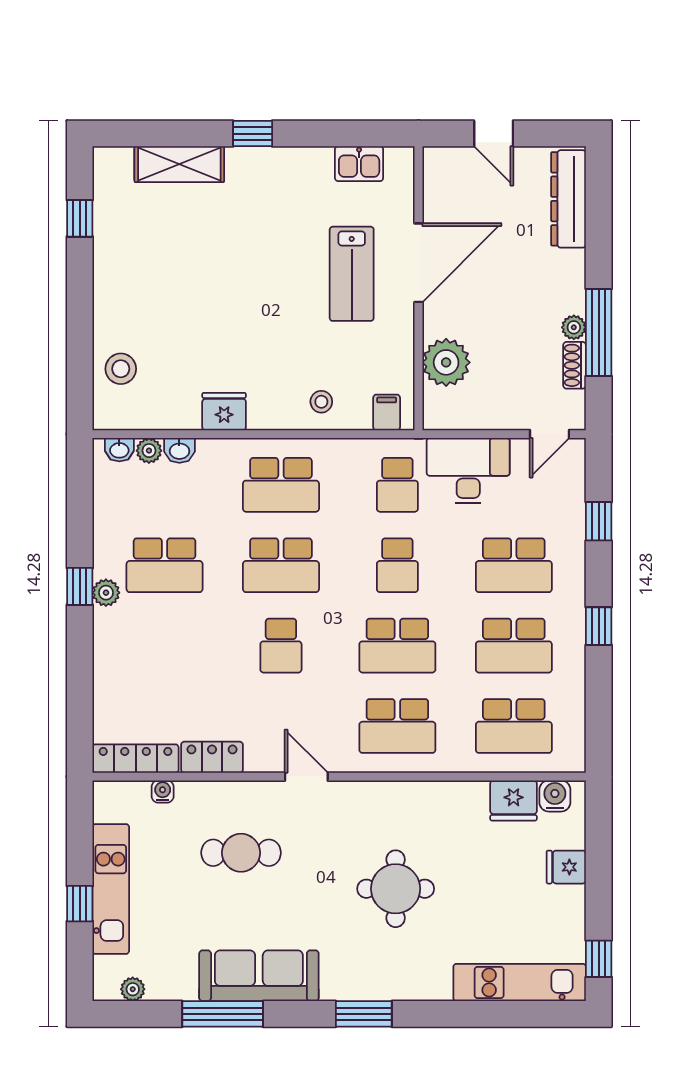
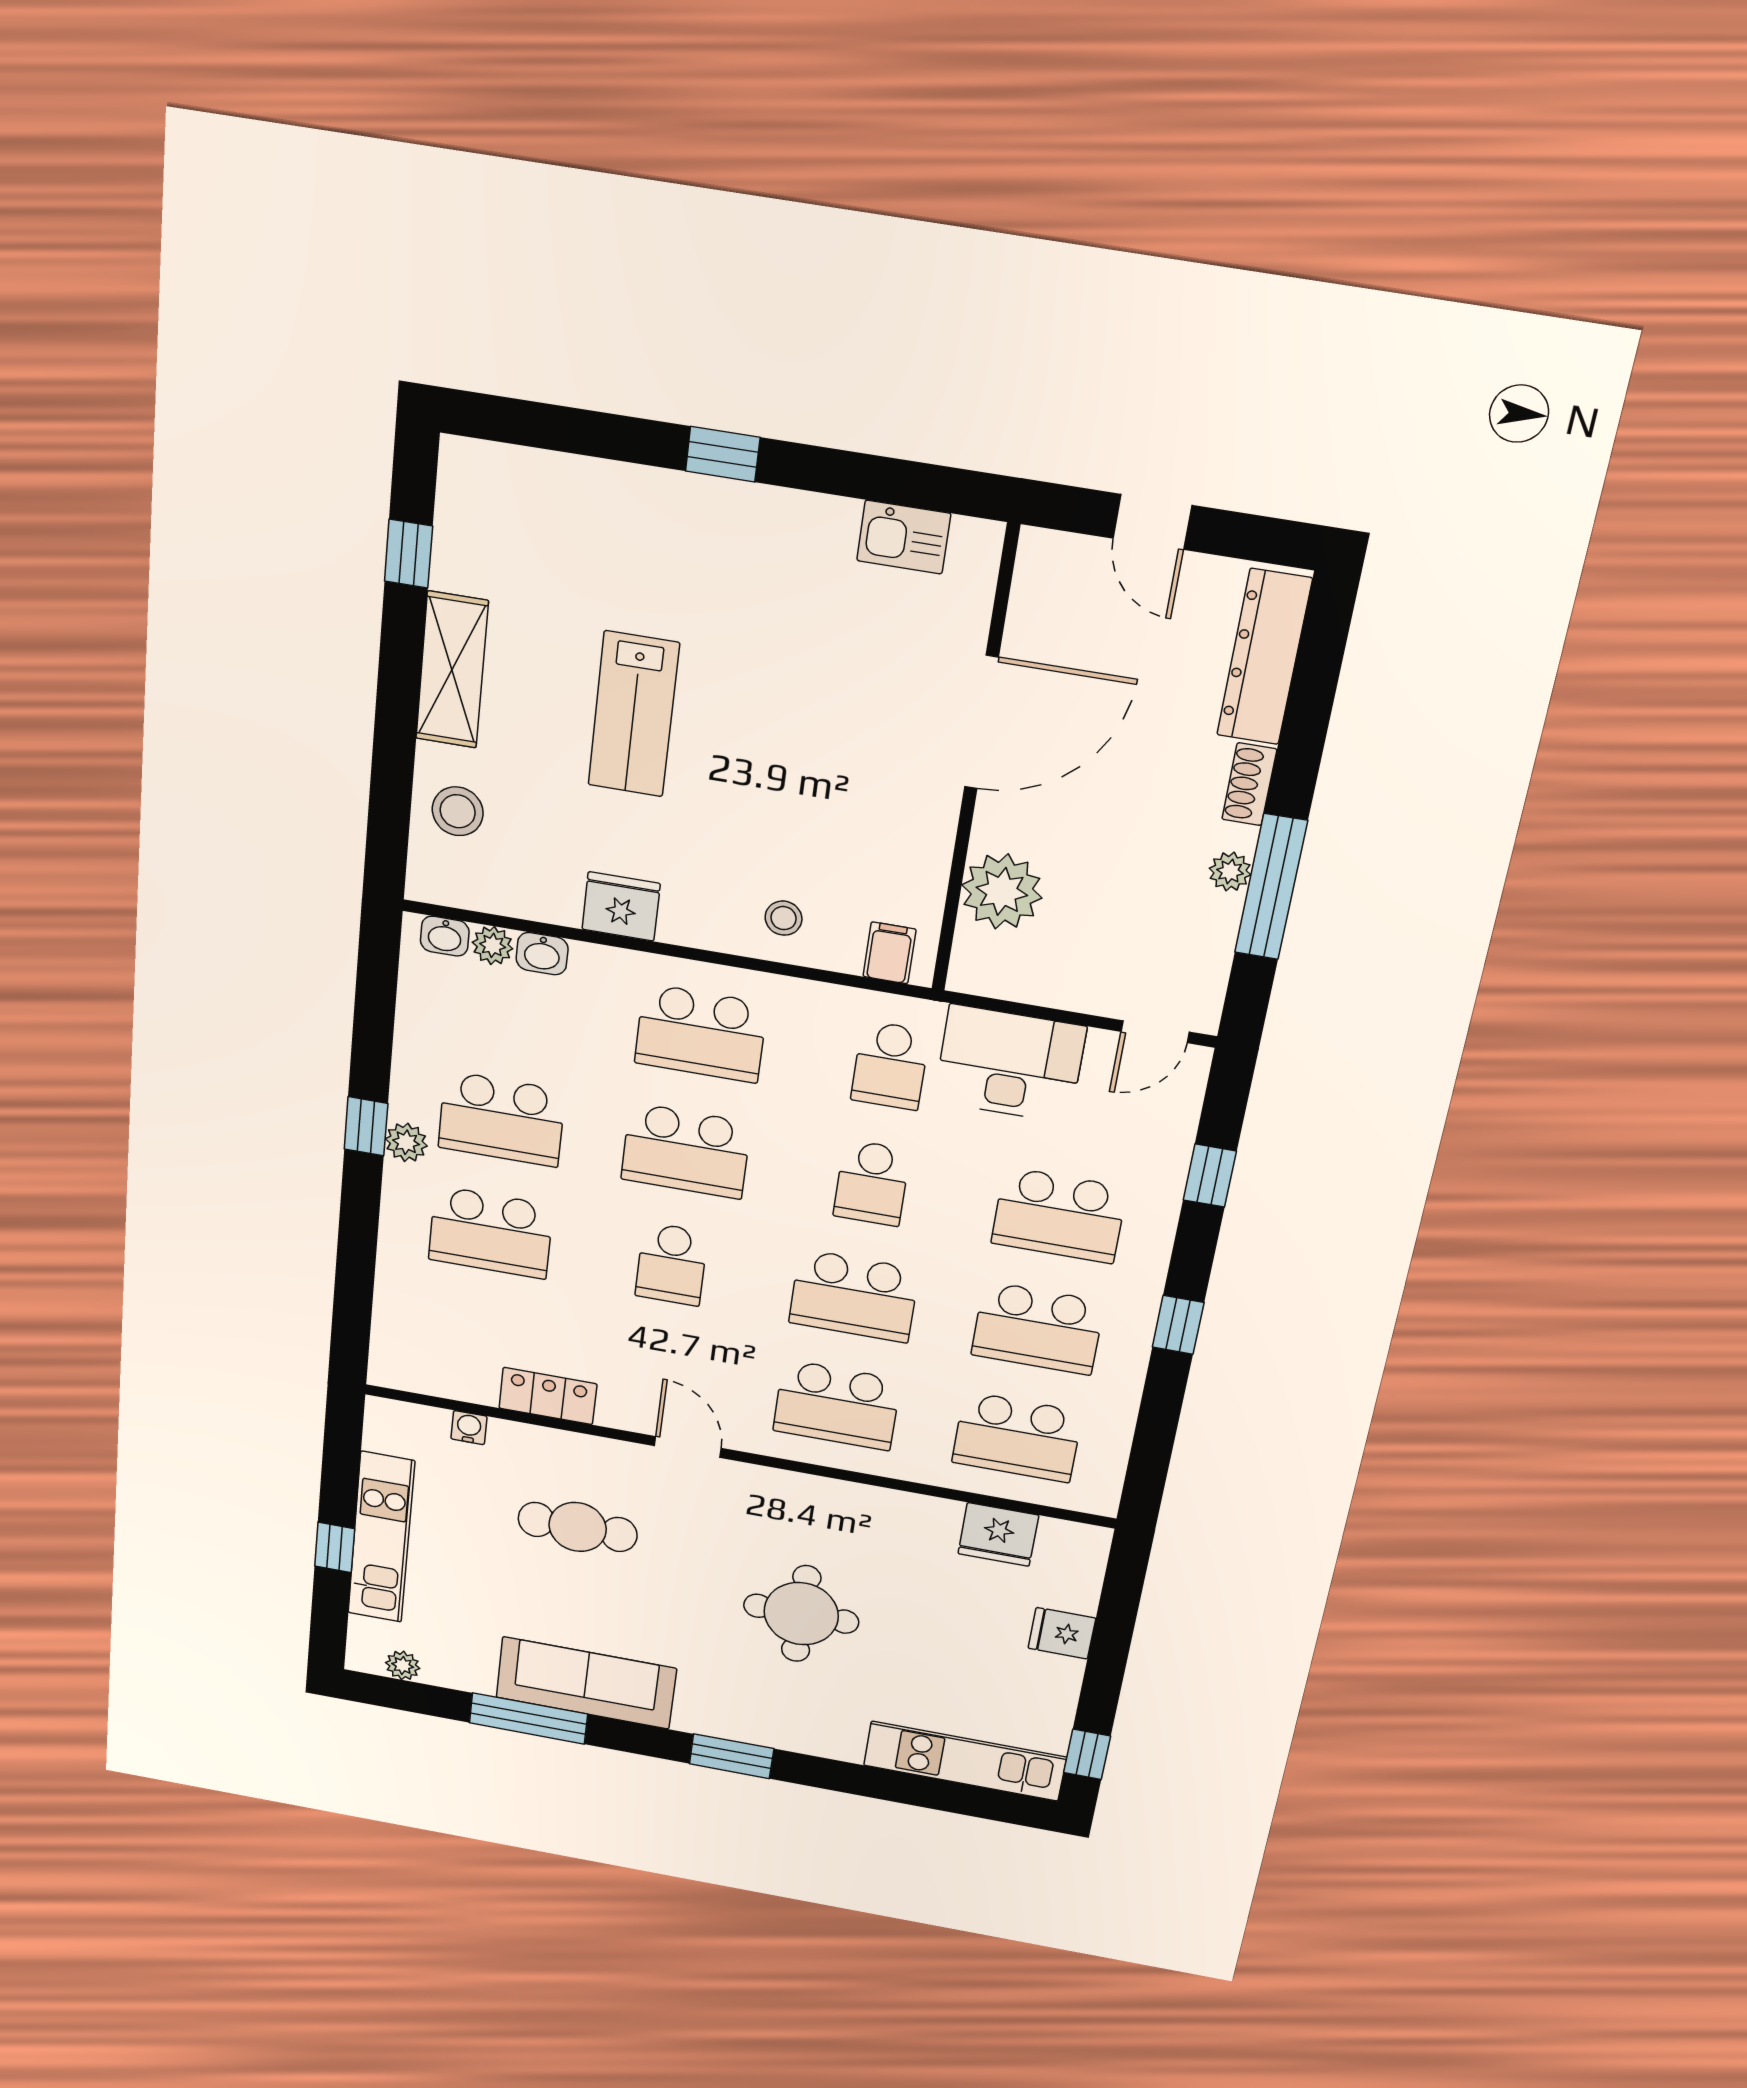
shelving: (179, 164) -> (452, 670), moved, turned 90
lab bench: (352, 274) -> (634, 714), moved
shoe rack: (575, 365) -> (1249, 784), moved
school desk: (165, 646) -> (491, 1232), added
locker: (136, 759) -> (432, 1377), removed
water cooler: (555, 796) -> (1063, 1540), removed

